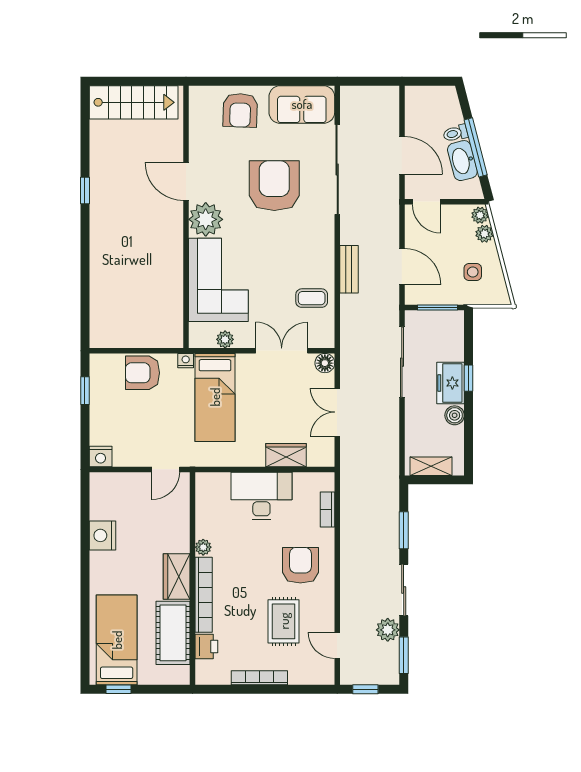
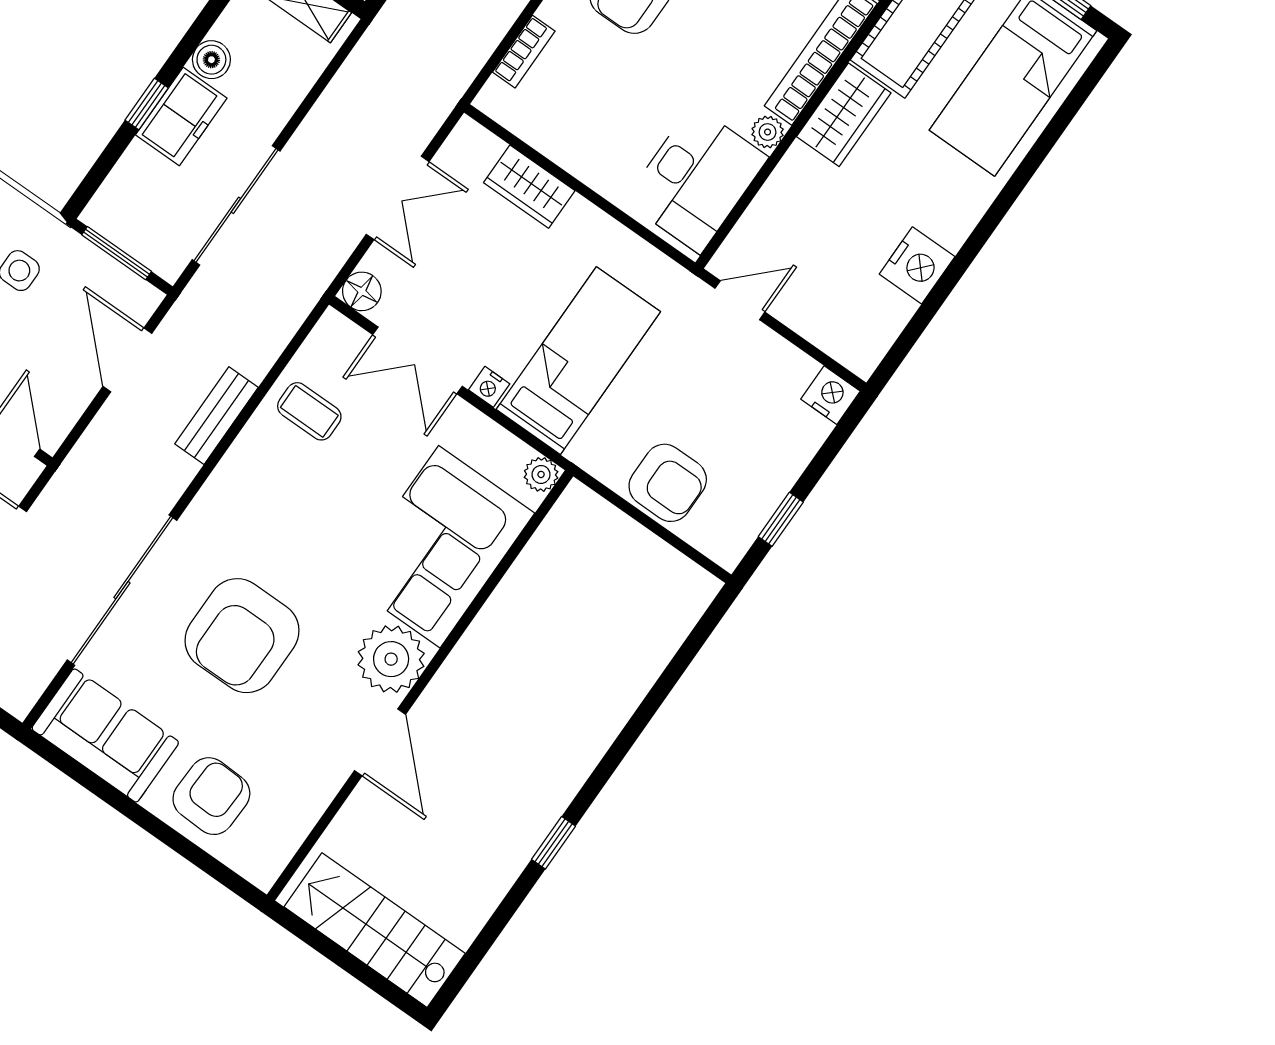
plant: (225, 339) -> (541, 474), moved
nightstand: (186, 361) -> (489, 387), moved
desk: (261, 496) -> (696, 179), moved, turned -90

